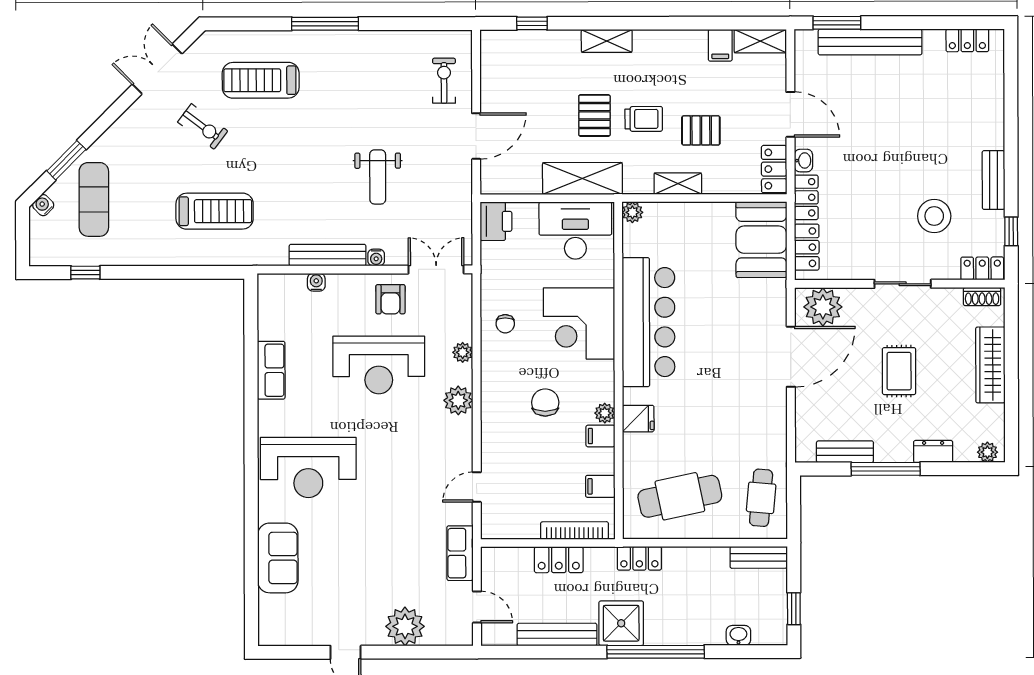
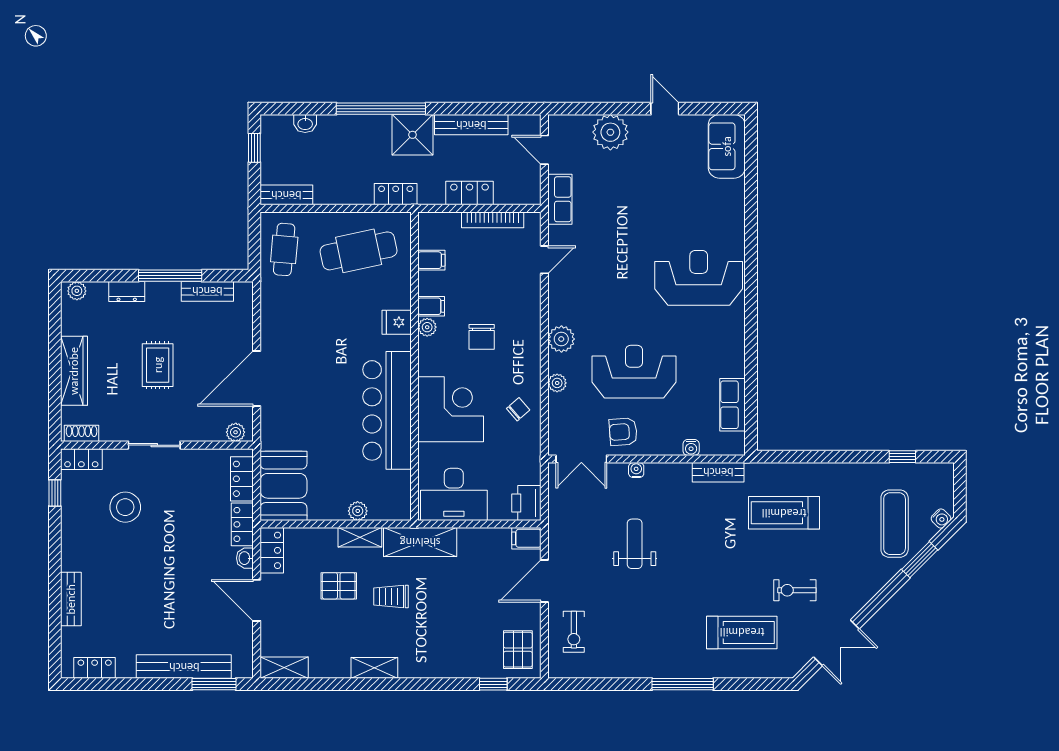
shelving: (607, 41) -> (374, 668), moved
filing cabinet: (720, 45) -> (526, 538), moved, turned -90
pallet: (594, 115) -> (518, 650), moved
exercise bike: (203, 127) -> (795, 590), turned -37
shelving: (582, 178) -> (420, 542), moved
bench: (993, 180) -> (71, 599), moved
plant: (632, 212) -> (358, 511), moved
bench: (328, 255) -> (718, 472), moved, width x0.73
armchair: (390, 299) -> (623, 432), turned -94
plant: (823, 307) -> (236, 432), width x0.53, depth x0.53
chair: (505, 324) -> (518, 409), turned 49
row of seats: (271, 370) -> (733, 405), moved
bookcase: (575, 530) -> (493, 220), moved
sofa: (278, 558) -> (727, 146), moved

